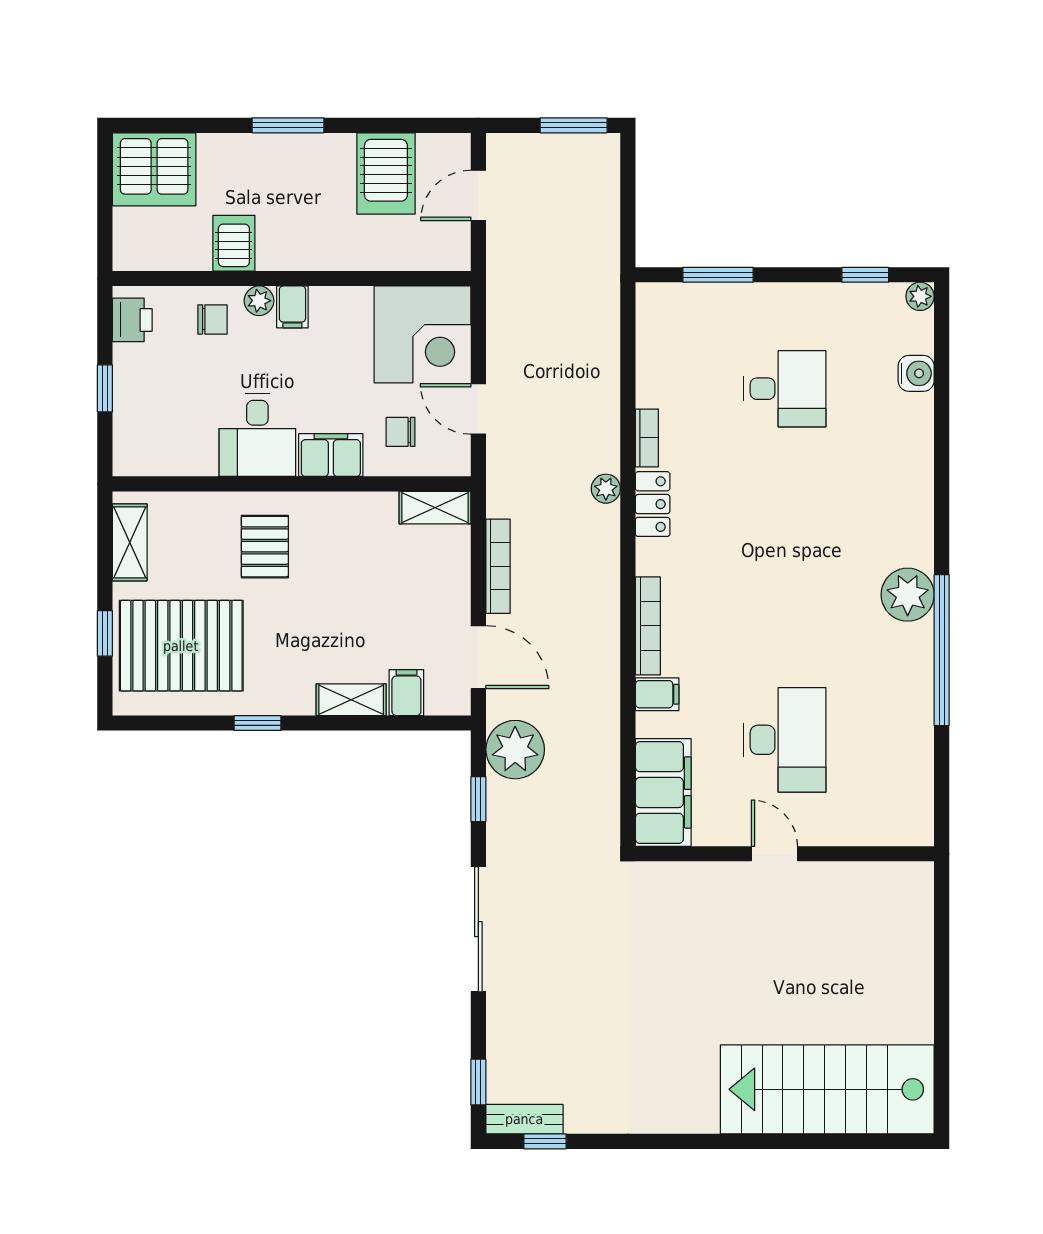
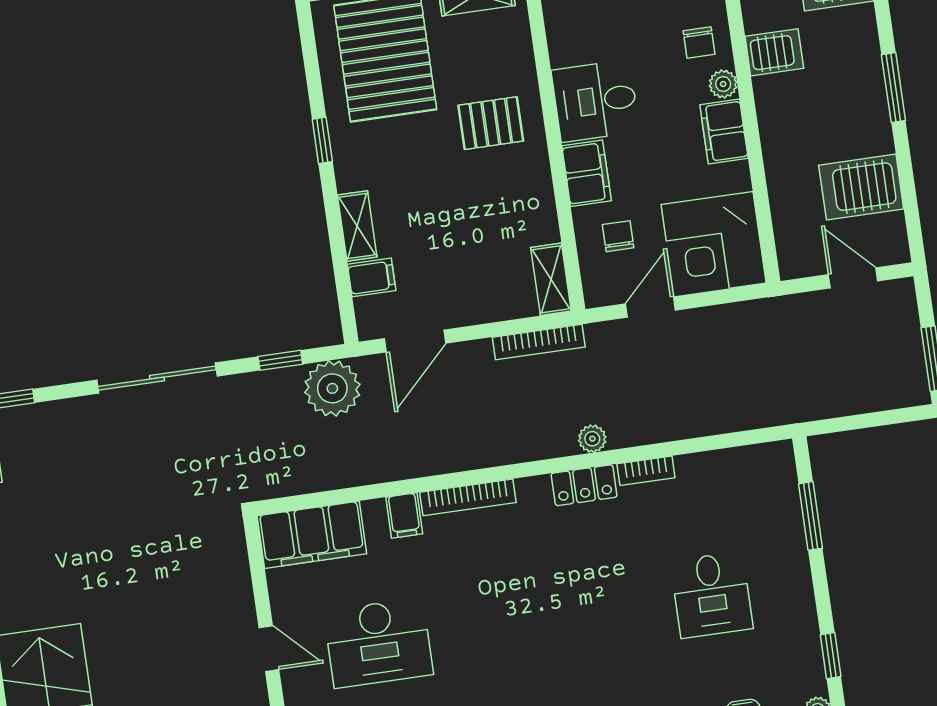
filing cabinet: (292, 307) -> (724, 132), width x2.00
bookcase: (498, 566) -> (539, 342), moved
door: (774, 854) -> (269, 649), hinge flipped

